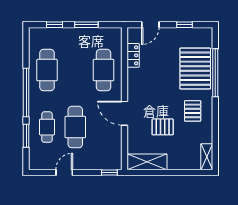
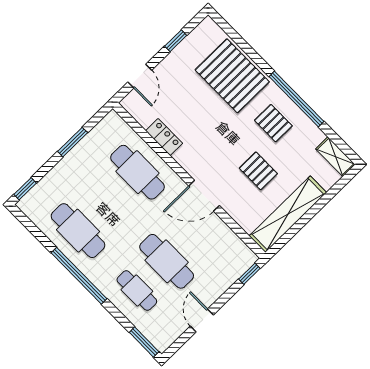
window: (55, 25) -> (25, 189), moved
locker: (133, 55) -> (164, 137), moved
window: (215, 73) -> (296, 99), moved
pallet: (163, 127) -> (258, 171), turned 90
window: (26, 136) -> (144, 342), moved
shelving: (147, 162) -> (288, 214), width x1.47

